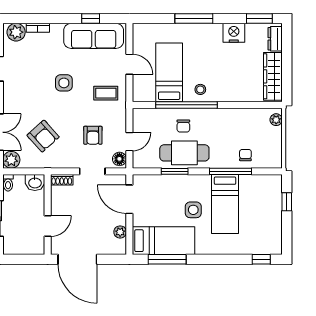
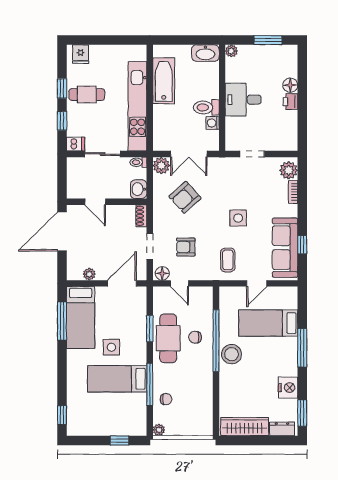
bed: (169, 72) -> (268, 323), moved, turned 180
stool: (200, 89) -> (232, 354), width x1.89, depth x1.89
plant: (276, 120) -> (159, 430), moved

